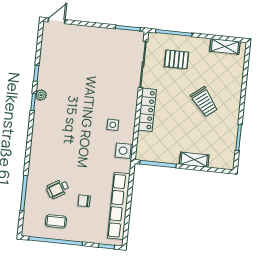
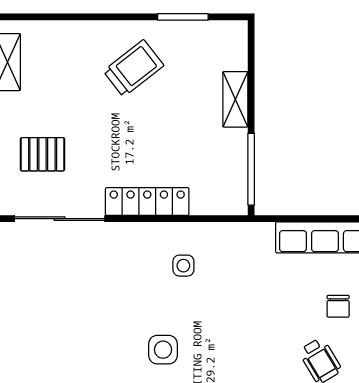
pallet: (176, 59) -> (43, 154), turned 90
trolley: (204, 102) -> (133, 68), moved
side table: (123, 151) -> (163, 350), moved

